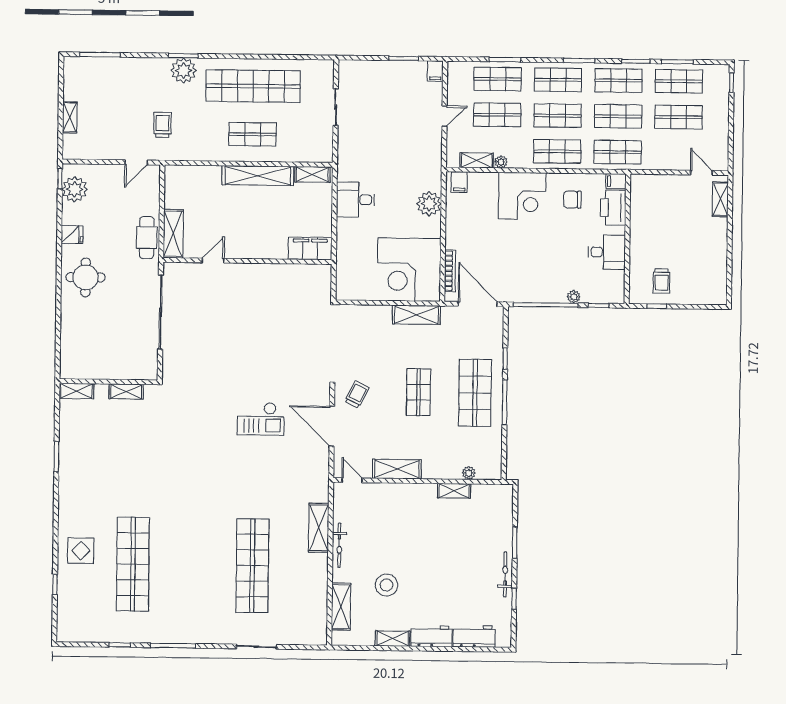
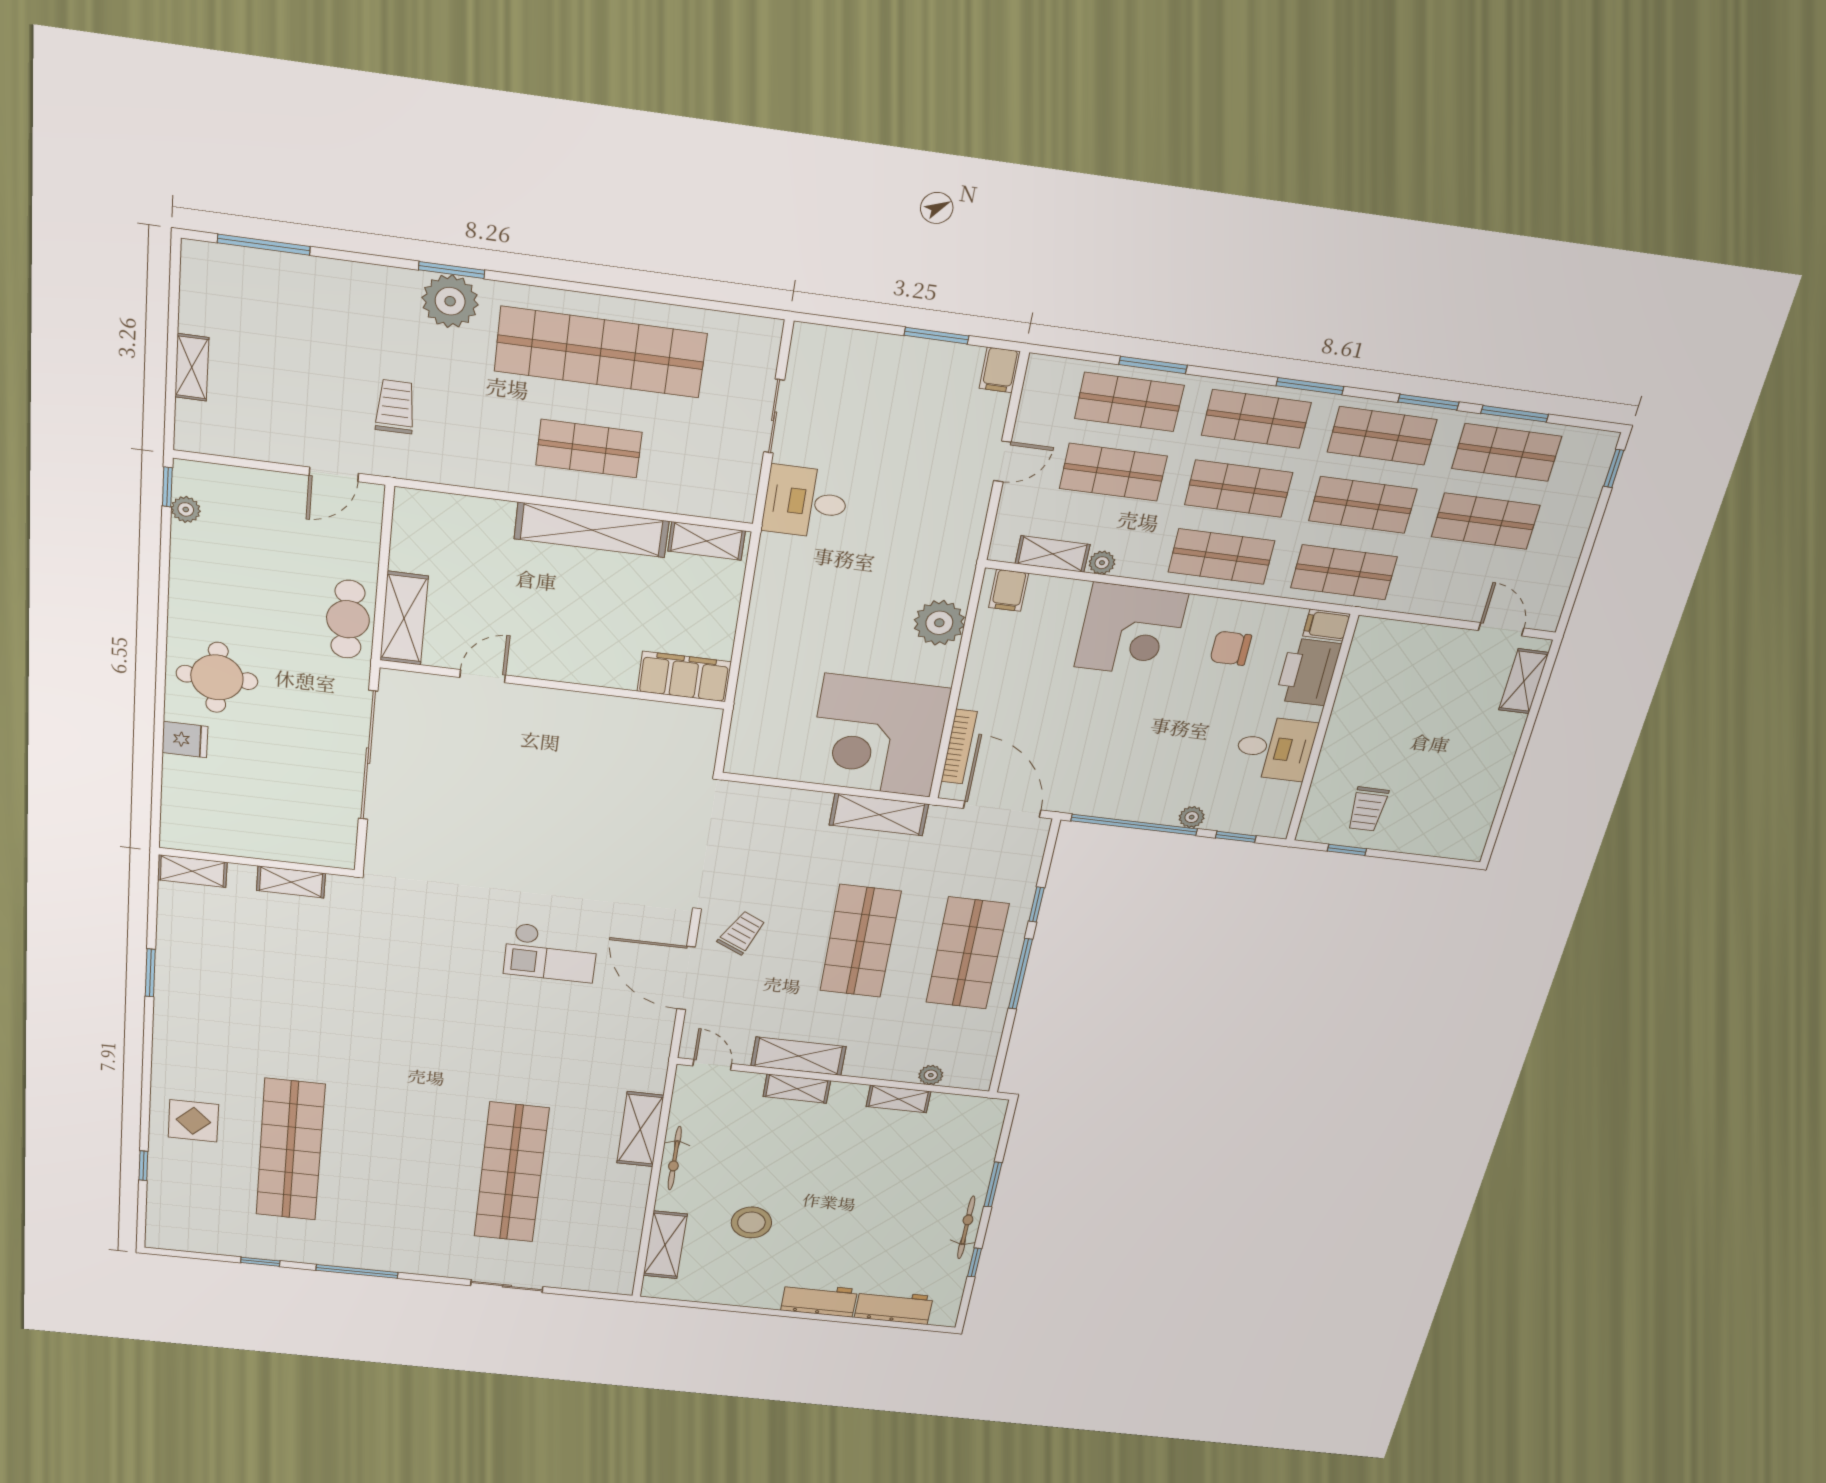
plant: (75, 189) -> (186, 509), width x0.53, depth x0.53
desk: (355, 200) -> (806, 502), moved
fridge: (72, 235) -> (185, 740), moved
shop shelf: (419, 392) -> (860, 941), width x1.43, depth x1.36
shelving: (393, 639) -> (797, 1089), moved

